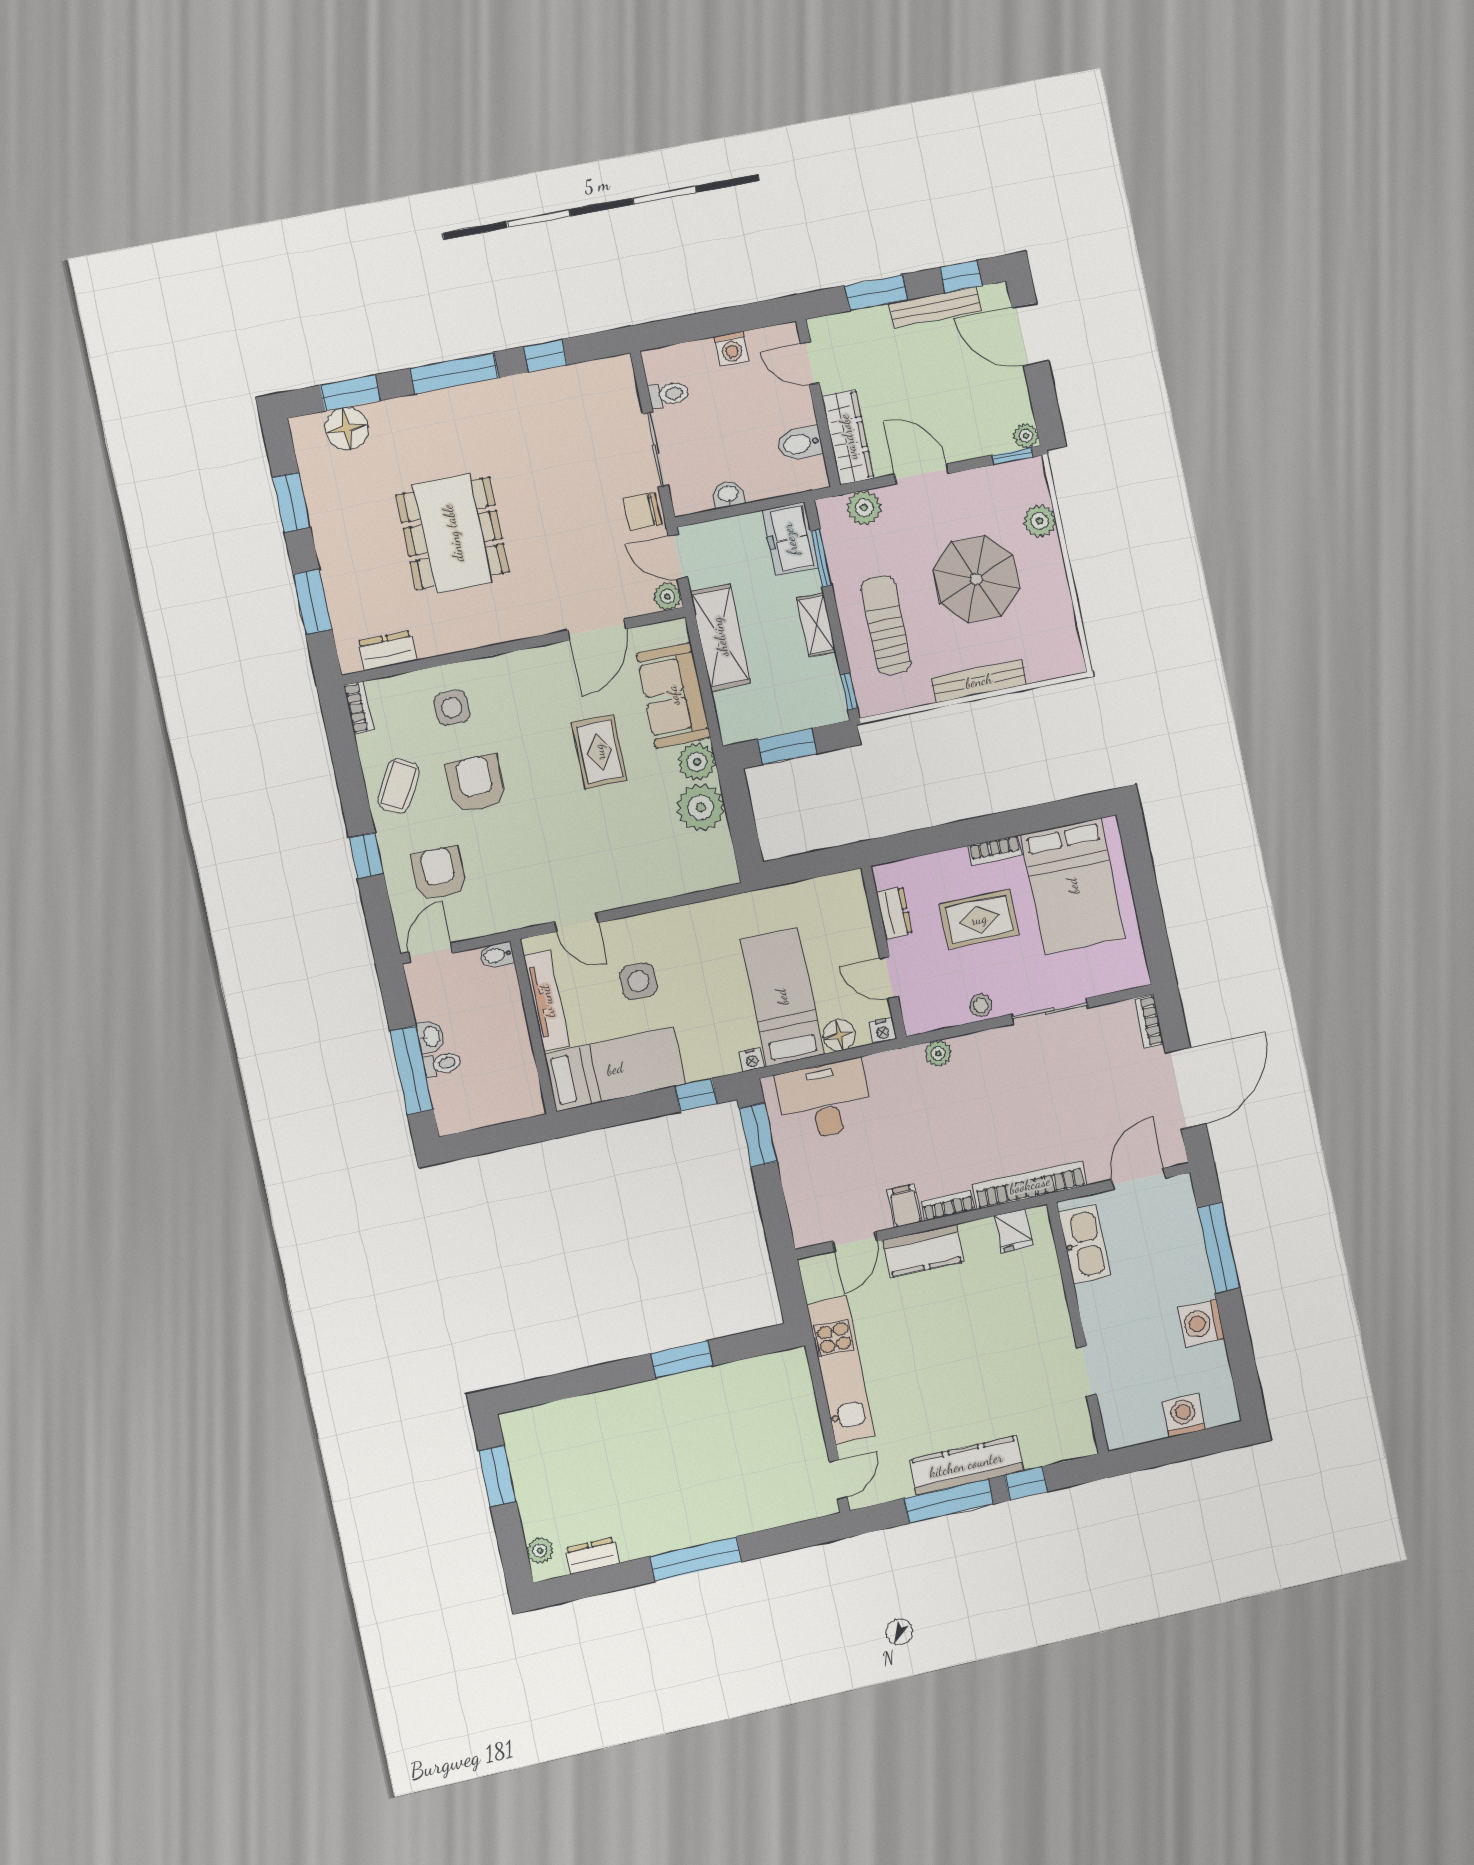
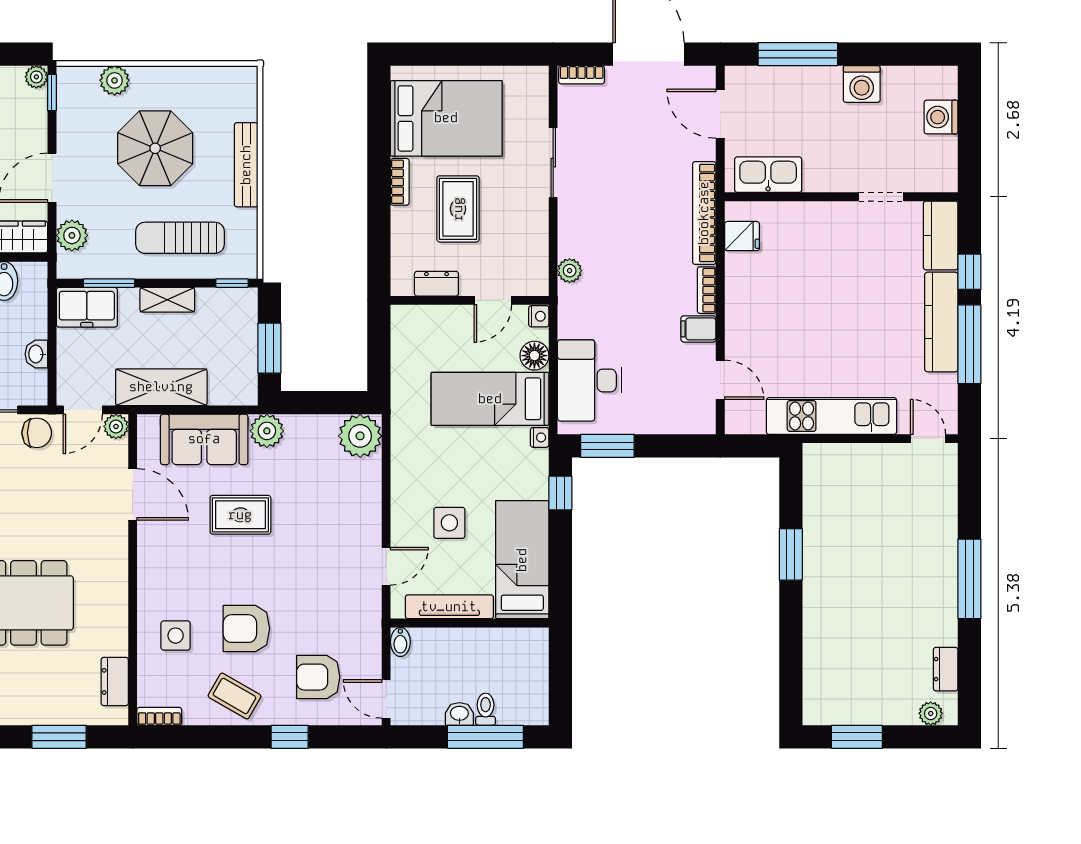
chair: (642, 511) -> (37, 433), turned -90
plant: (701, 807) -> (360, 436), moved
stool: (981, 1005) -> (535, 224), removed
kitchen counter: (923, 1251) -> (941, 235), moved, turned 180

